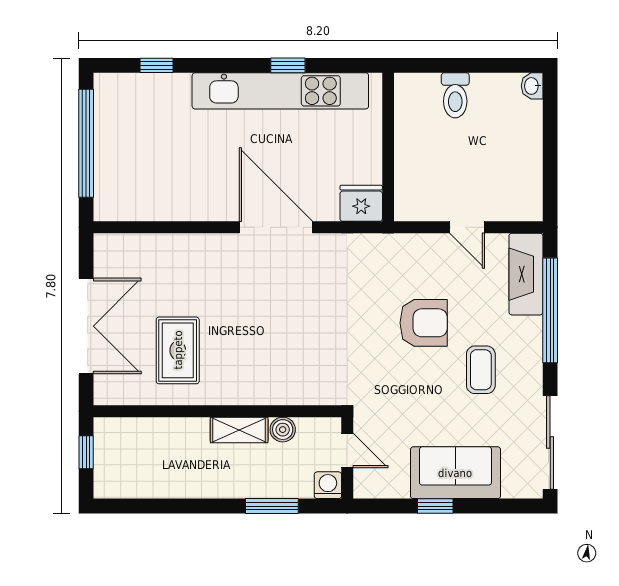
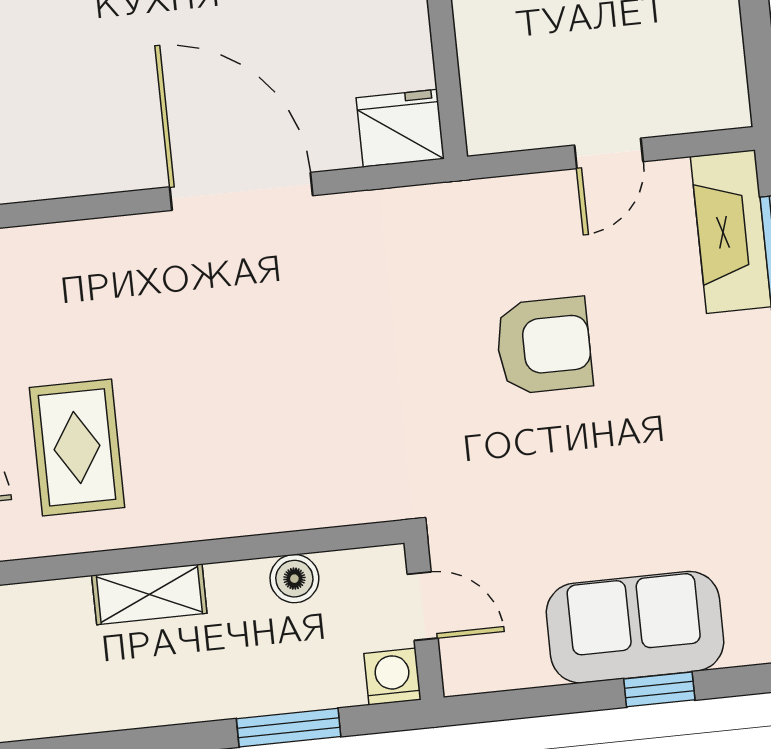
door: (467, 227) -> (609, 153), hinge flipped
coffee table: (481, 370) -> (663, 424), removed
shelving: (239, 430) -> (149, 594), moved
window: (435, 506) -> (659, 689), moved

